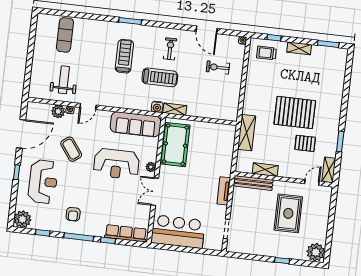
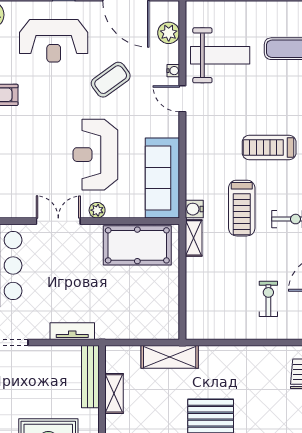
treadmill: (124, 56) -> (269, 147), turned 180
weight bench: (64, 80) -> (220, 55), width x1.36, depth x1.33
plant: (58, 111) -> (169, 33), moved

